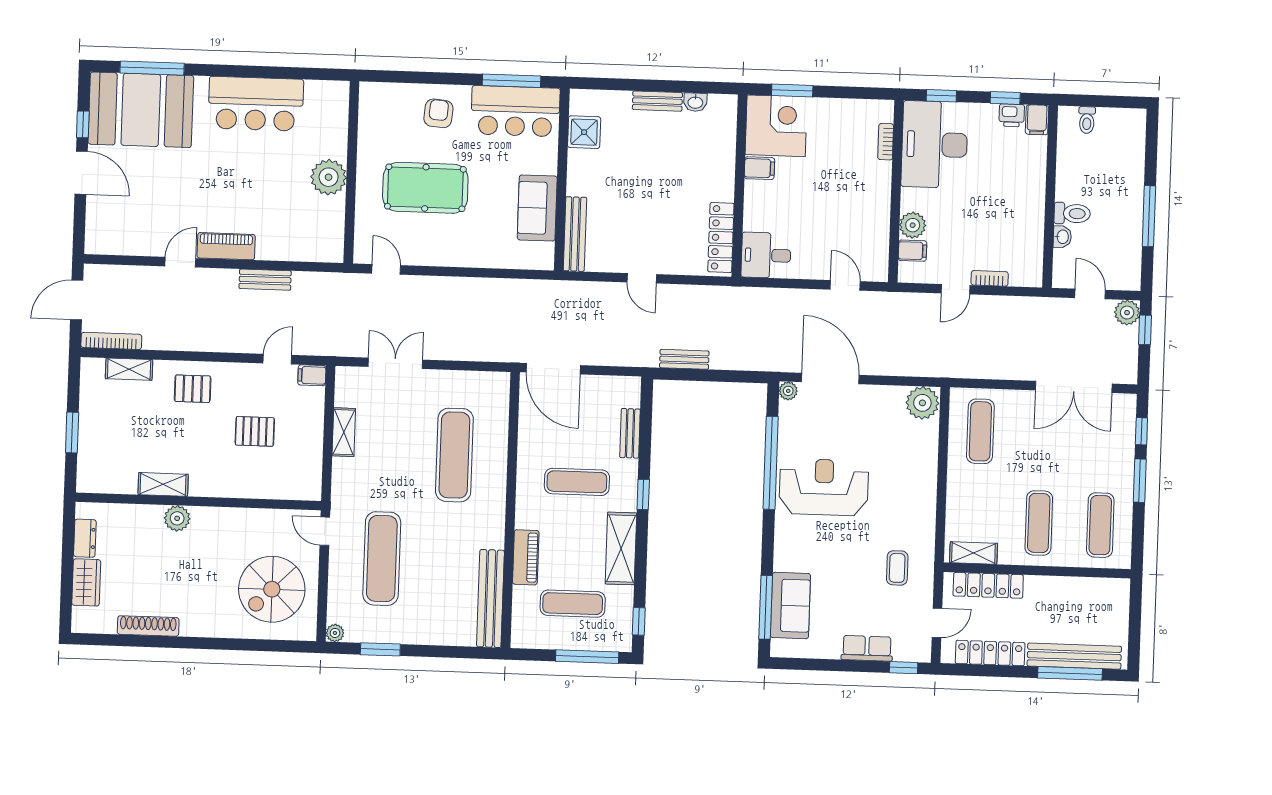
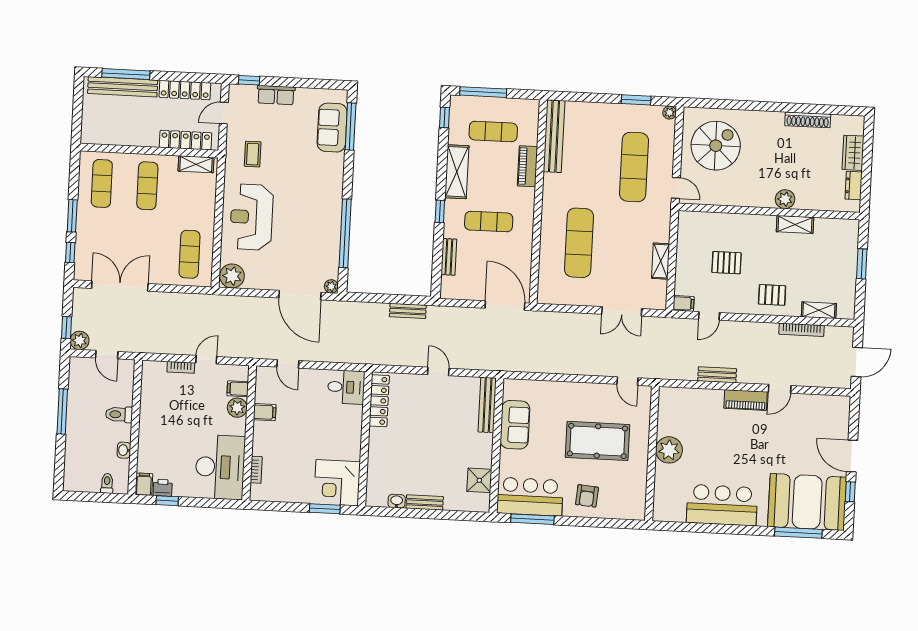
window: (941, 96) -> (214, 503), removed
filing cabinet: (759, 168) -> (265, 412), moved, turned 180
washbasin: (1062, 237) -> (124, 450), moved
bookcase: (111, 341) -> (801, 330), moved
reception desk: (824, 487) -> (251, 217), moved, turned 90

